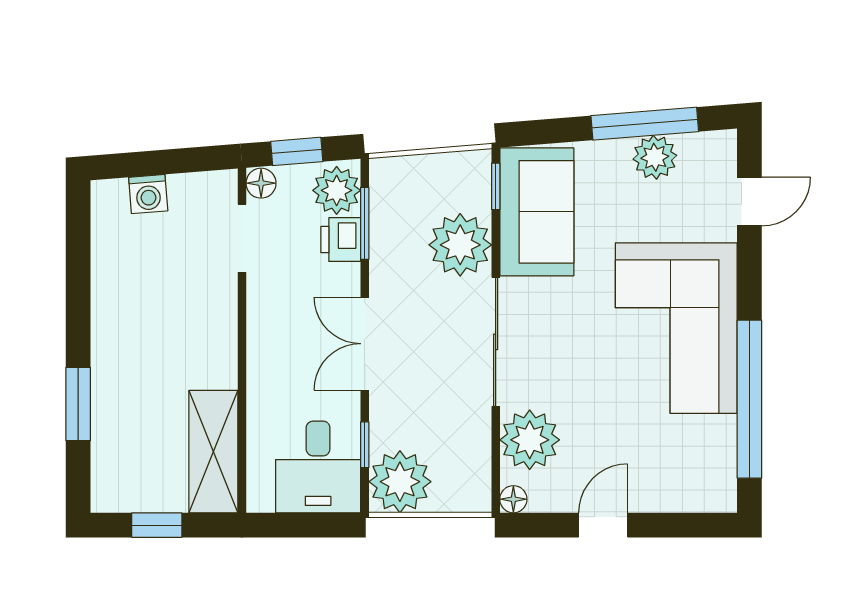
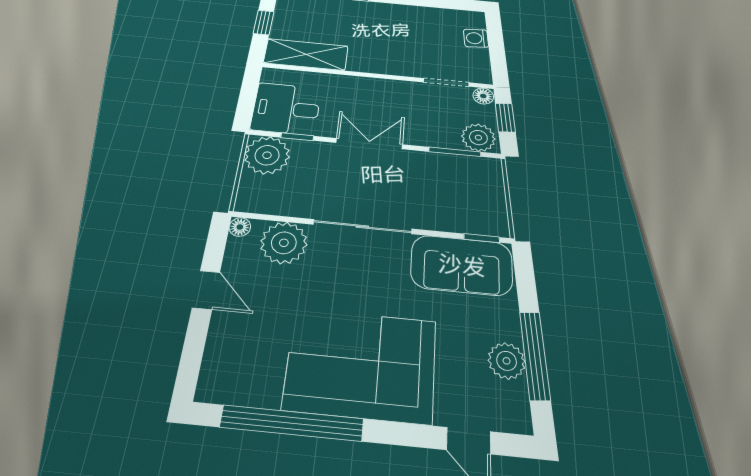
printer: (341, 240) -> (444, 137), removed
plant: (460, 245) -> (438, 210), removed

